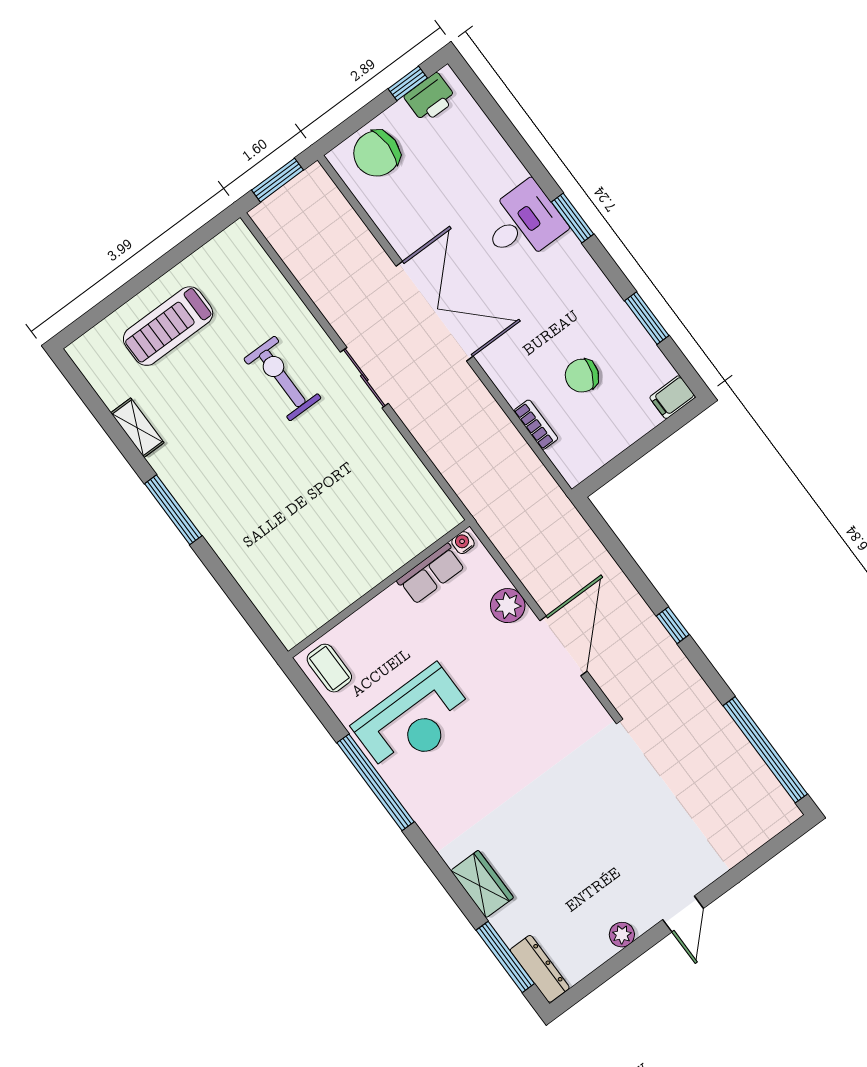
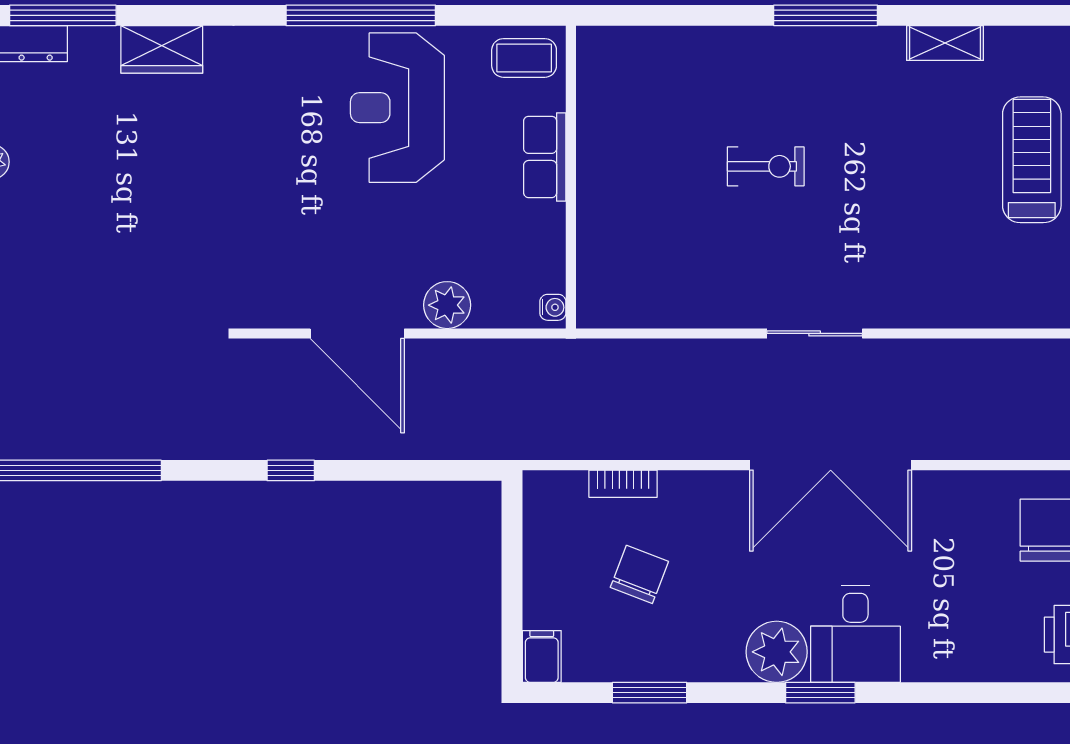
plant: (567, 261) -> (777, 652), added
exercise bike: (282, 378) -> (766, 166), moved, width x0.73, depth x0.72
row of seats: (431, 574) -> (545, 157), moved

